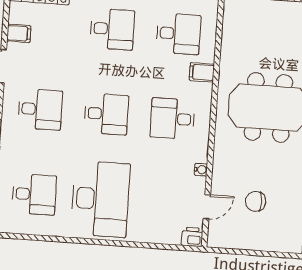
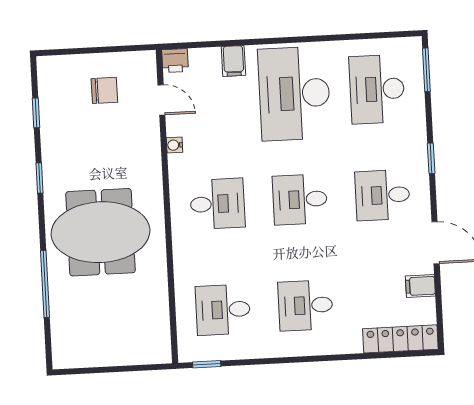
filing cabinet: (202, 72) -> (233, 61), moved, turned 90
desk: (34, 194) -> (377, 89), width x1.37
chair: (256, 201) -> (104, 90), moved
door: (207, 207) -> (161, 100), swing flipped

